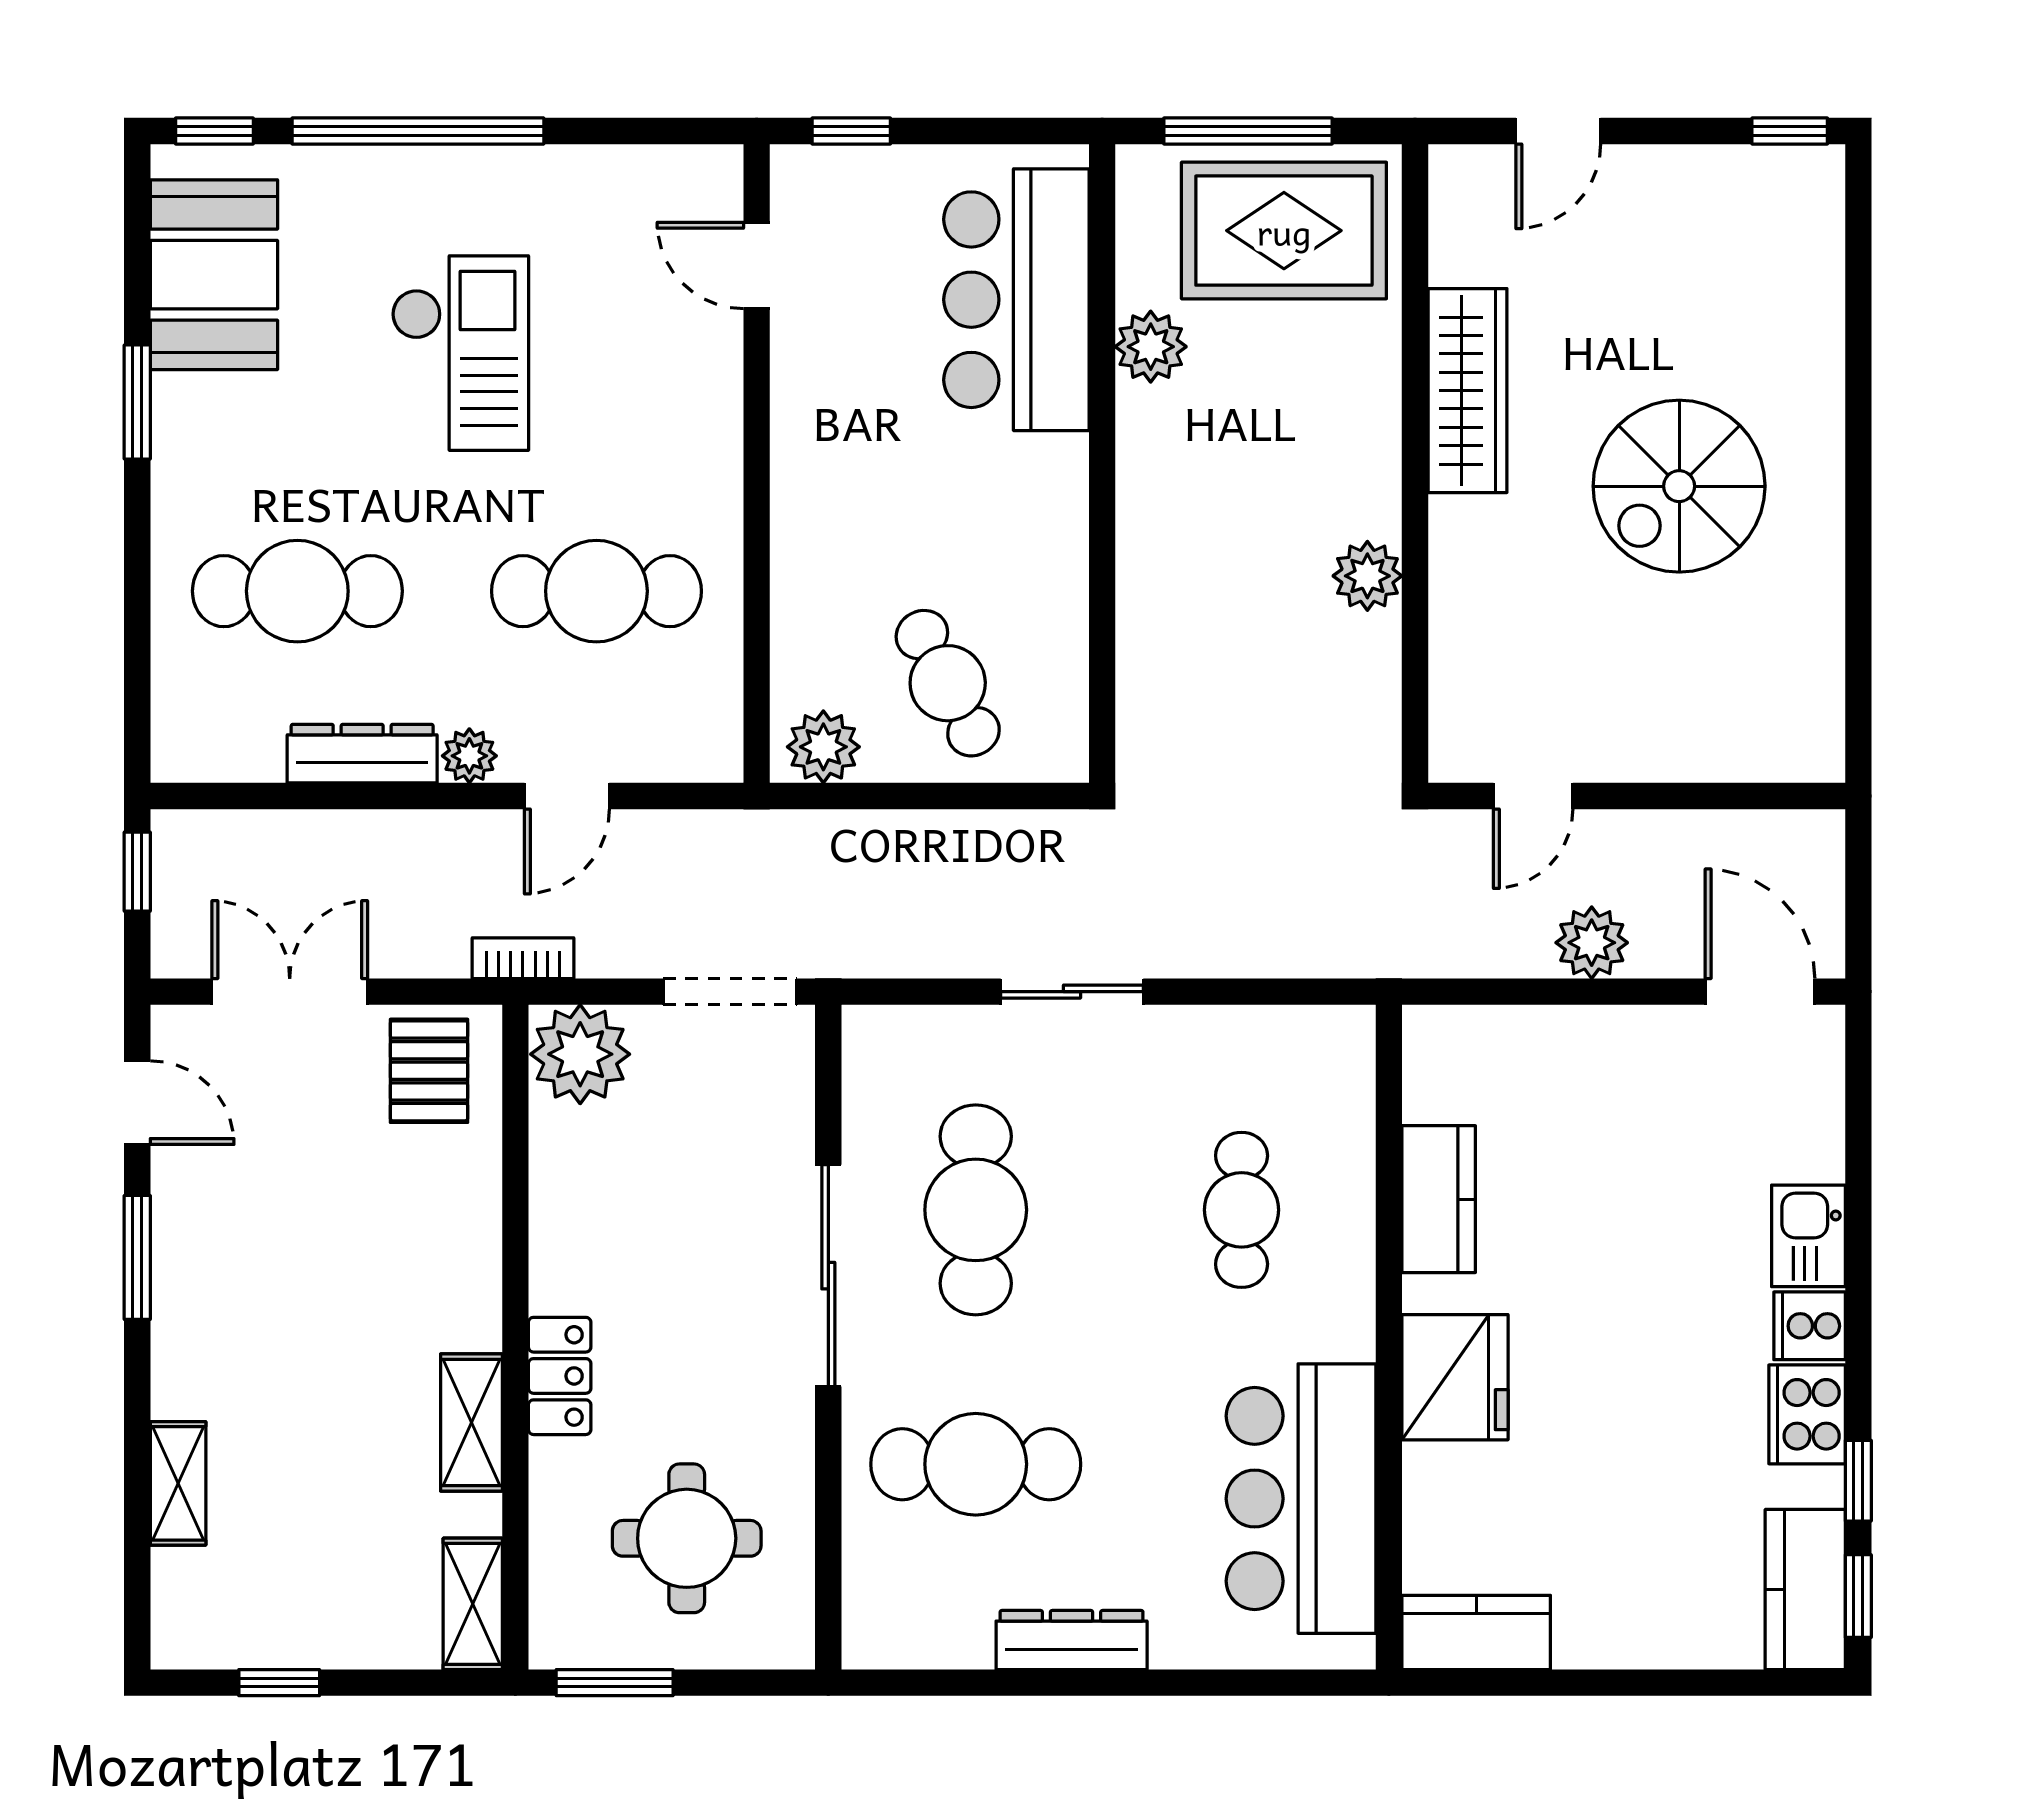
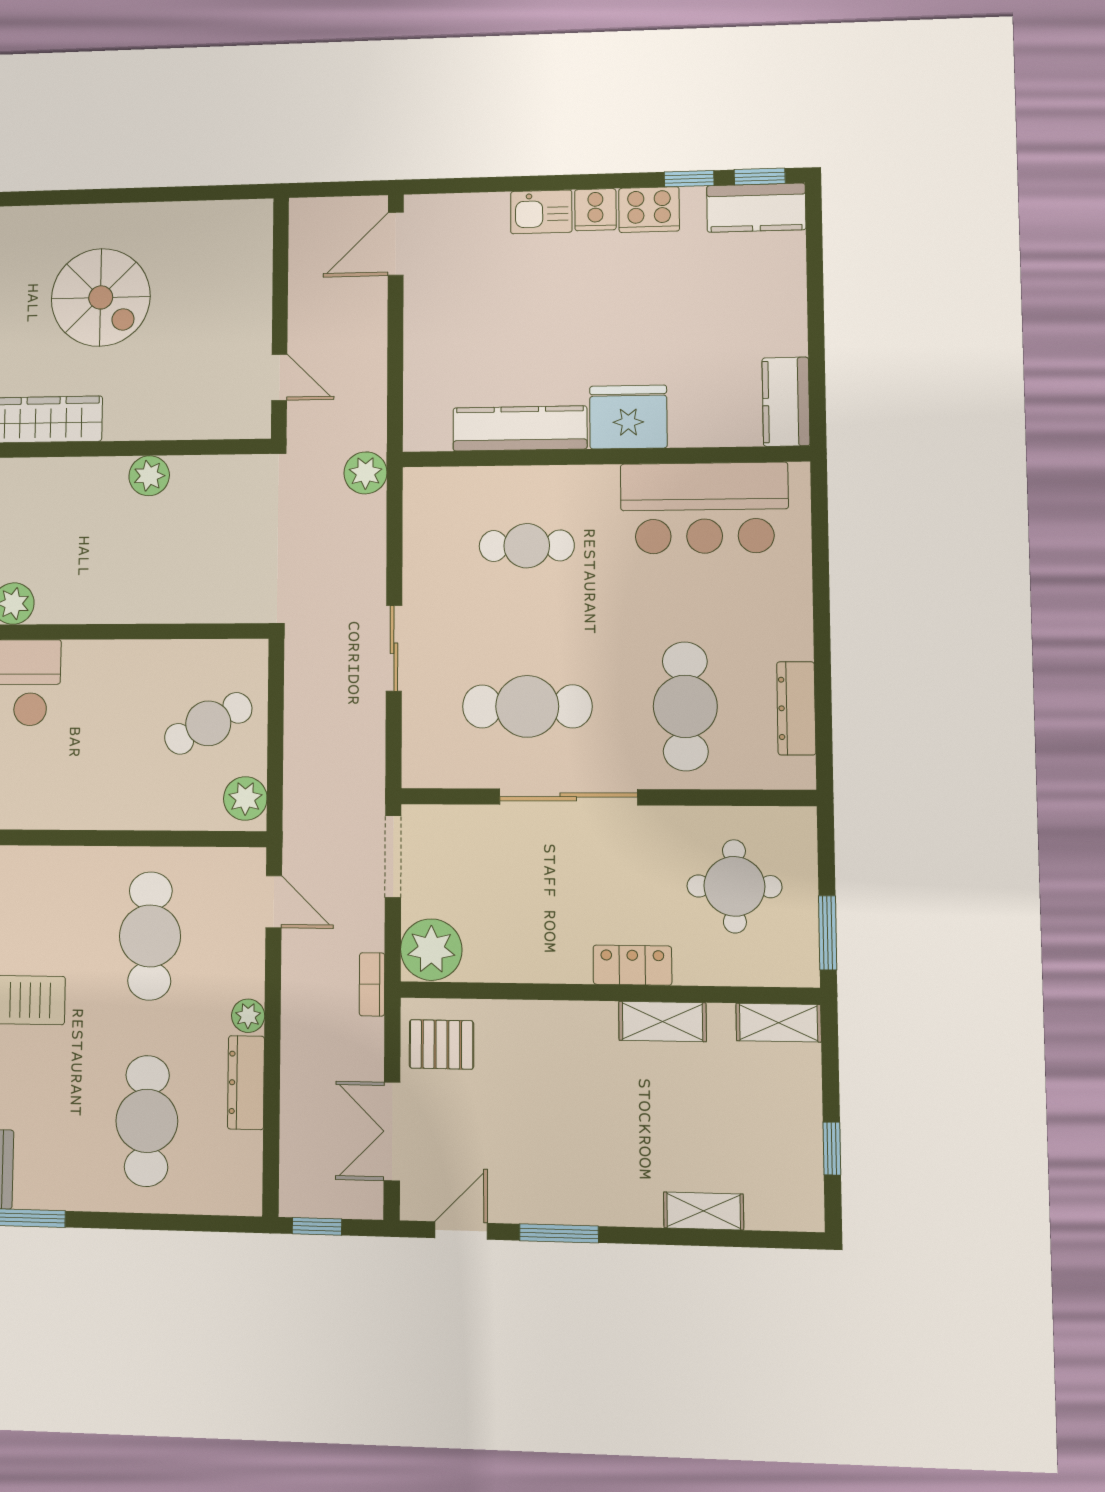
door: (567, 796) -> (274, 902), moved
plant: (1592, 943) -> (365, 473), moved
kitchen counter: (1439, 1199) -> (520, 428), width x1.50
dresser: (1072, 1640) -> (796, 708), moved

